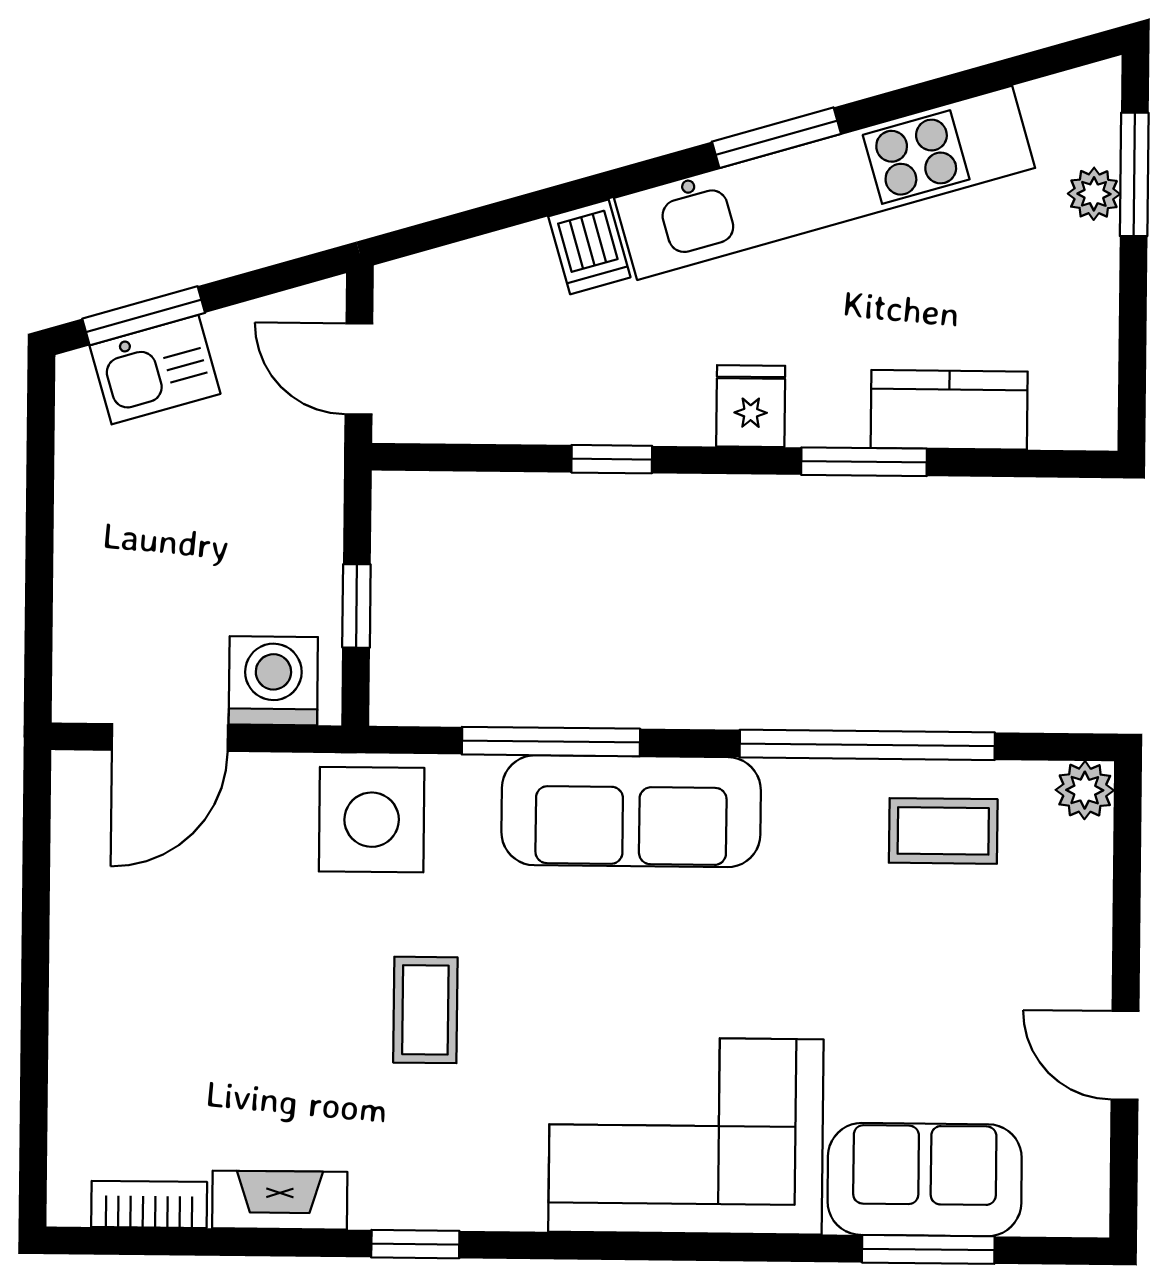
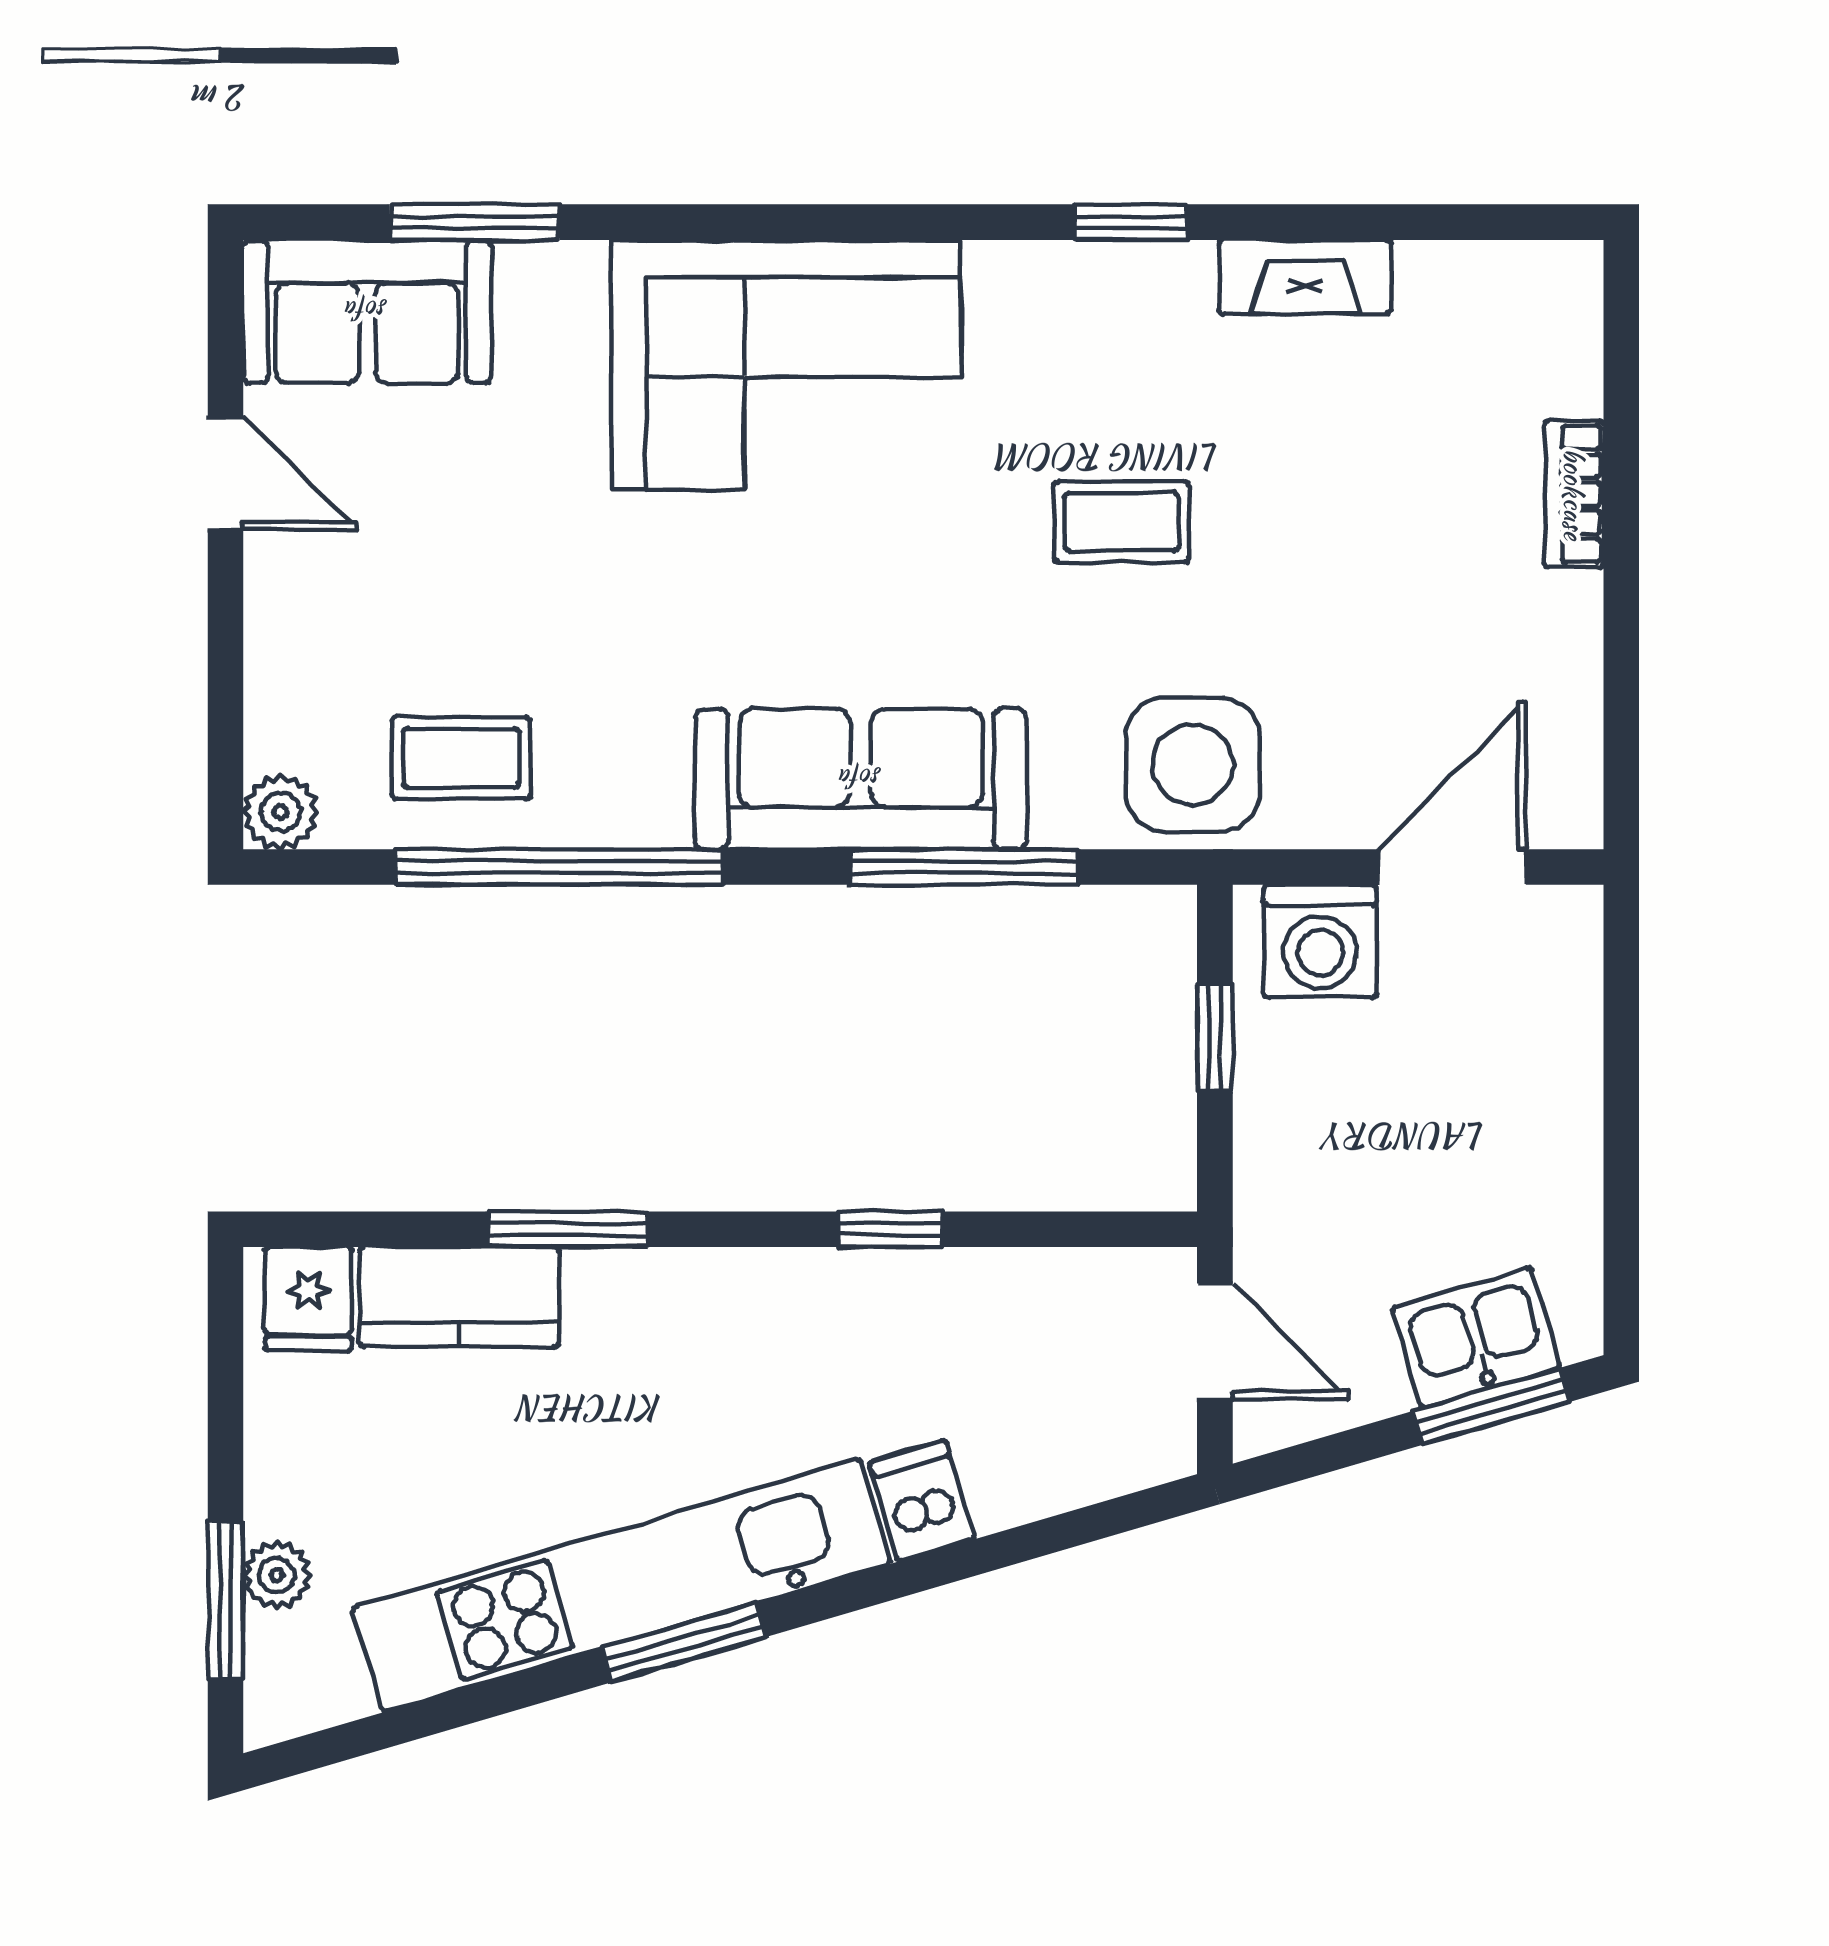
fridge: (751, 406) -> (308, 1299), moved
coffee table: (425, 1010) -> (1121, 522), turned 90
sofa: (925, 1180) -> (367, 311), moved
bookcase: (149, 1204) -> (1574, 494), moved, turned 90

